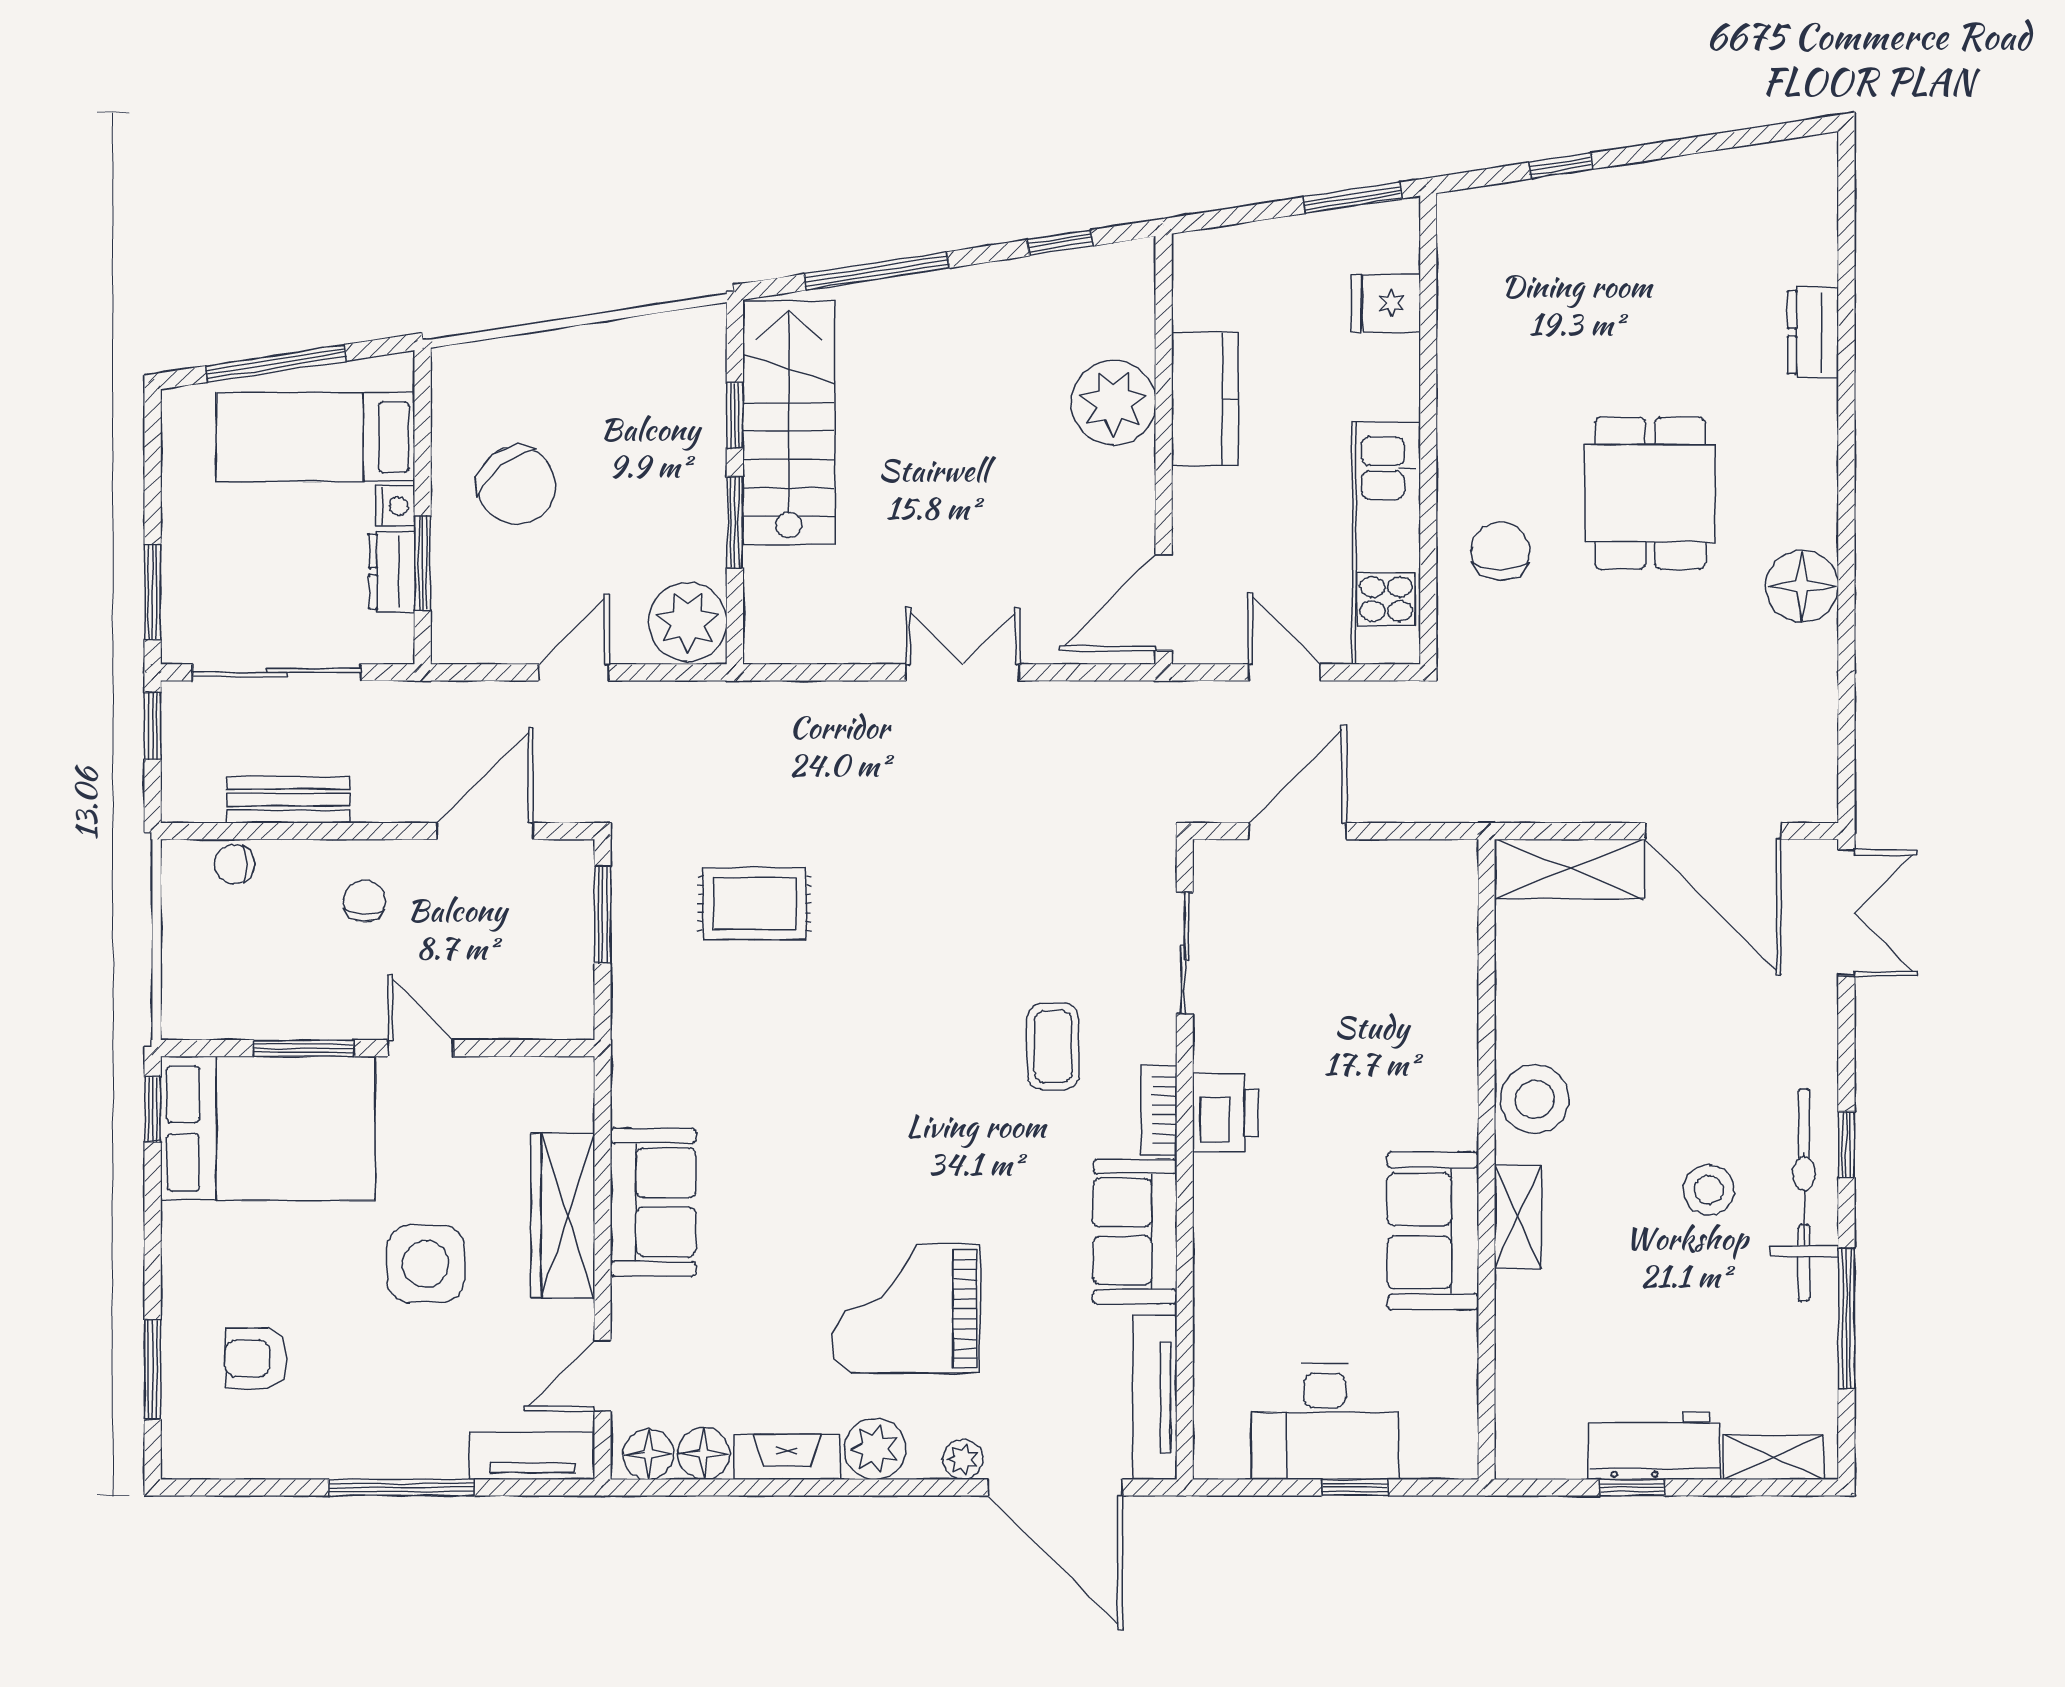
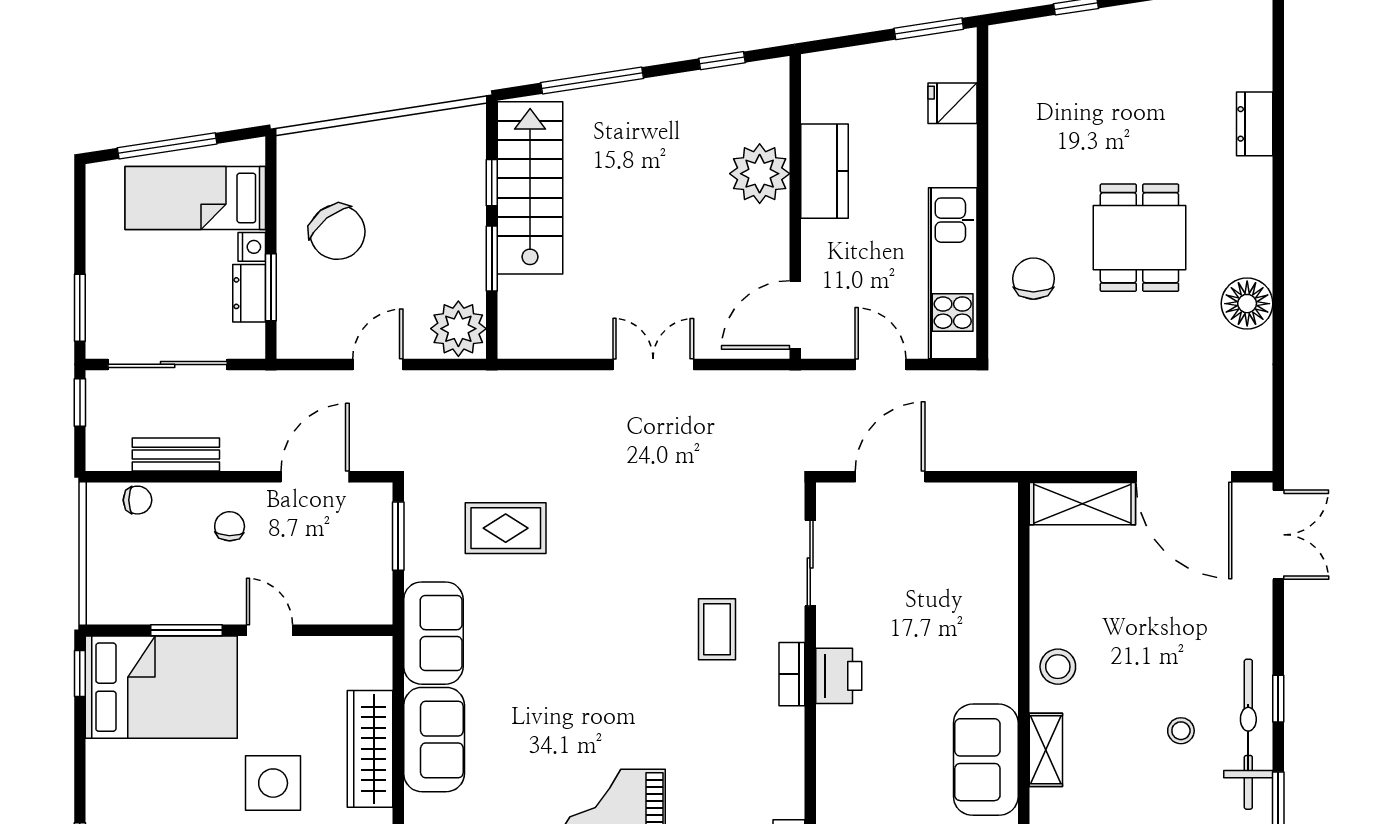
chair: (234, 864) -> (138, 500), turned 180
stool: (1535, 1099) -> (1058, 667), width x0.73, depth x0.73
stool: (1709, 1190) -> (1181, 731), width x0.73, depth x0.73
sofa: (1135, 1232) -> (433, 633), moved, turned 180

